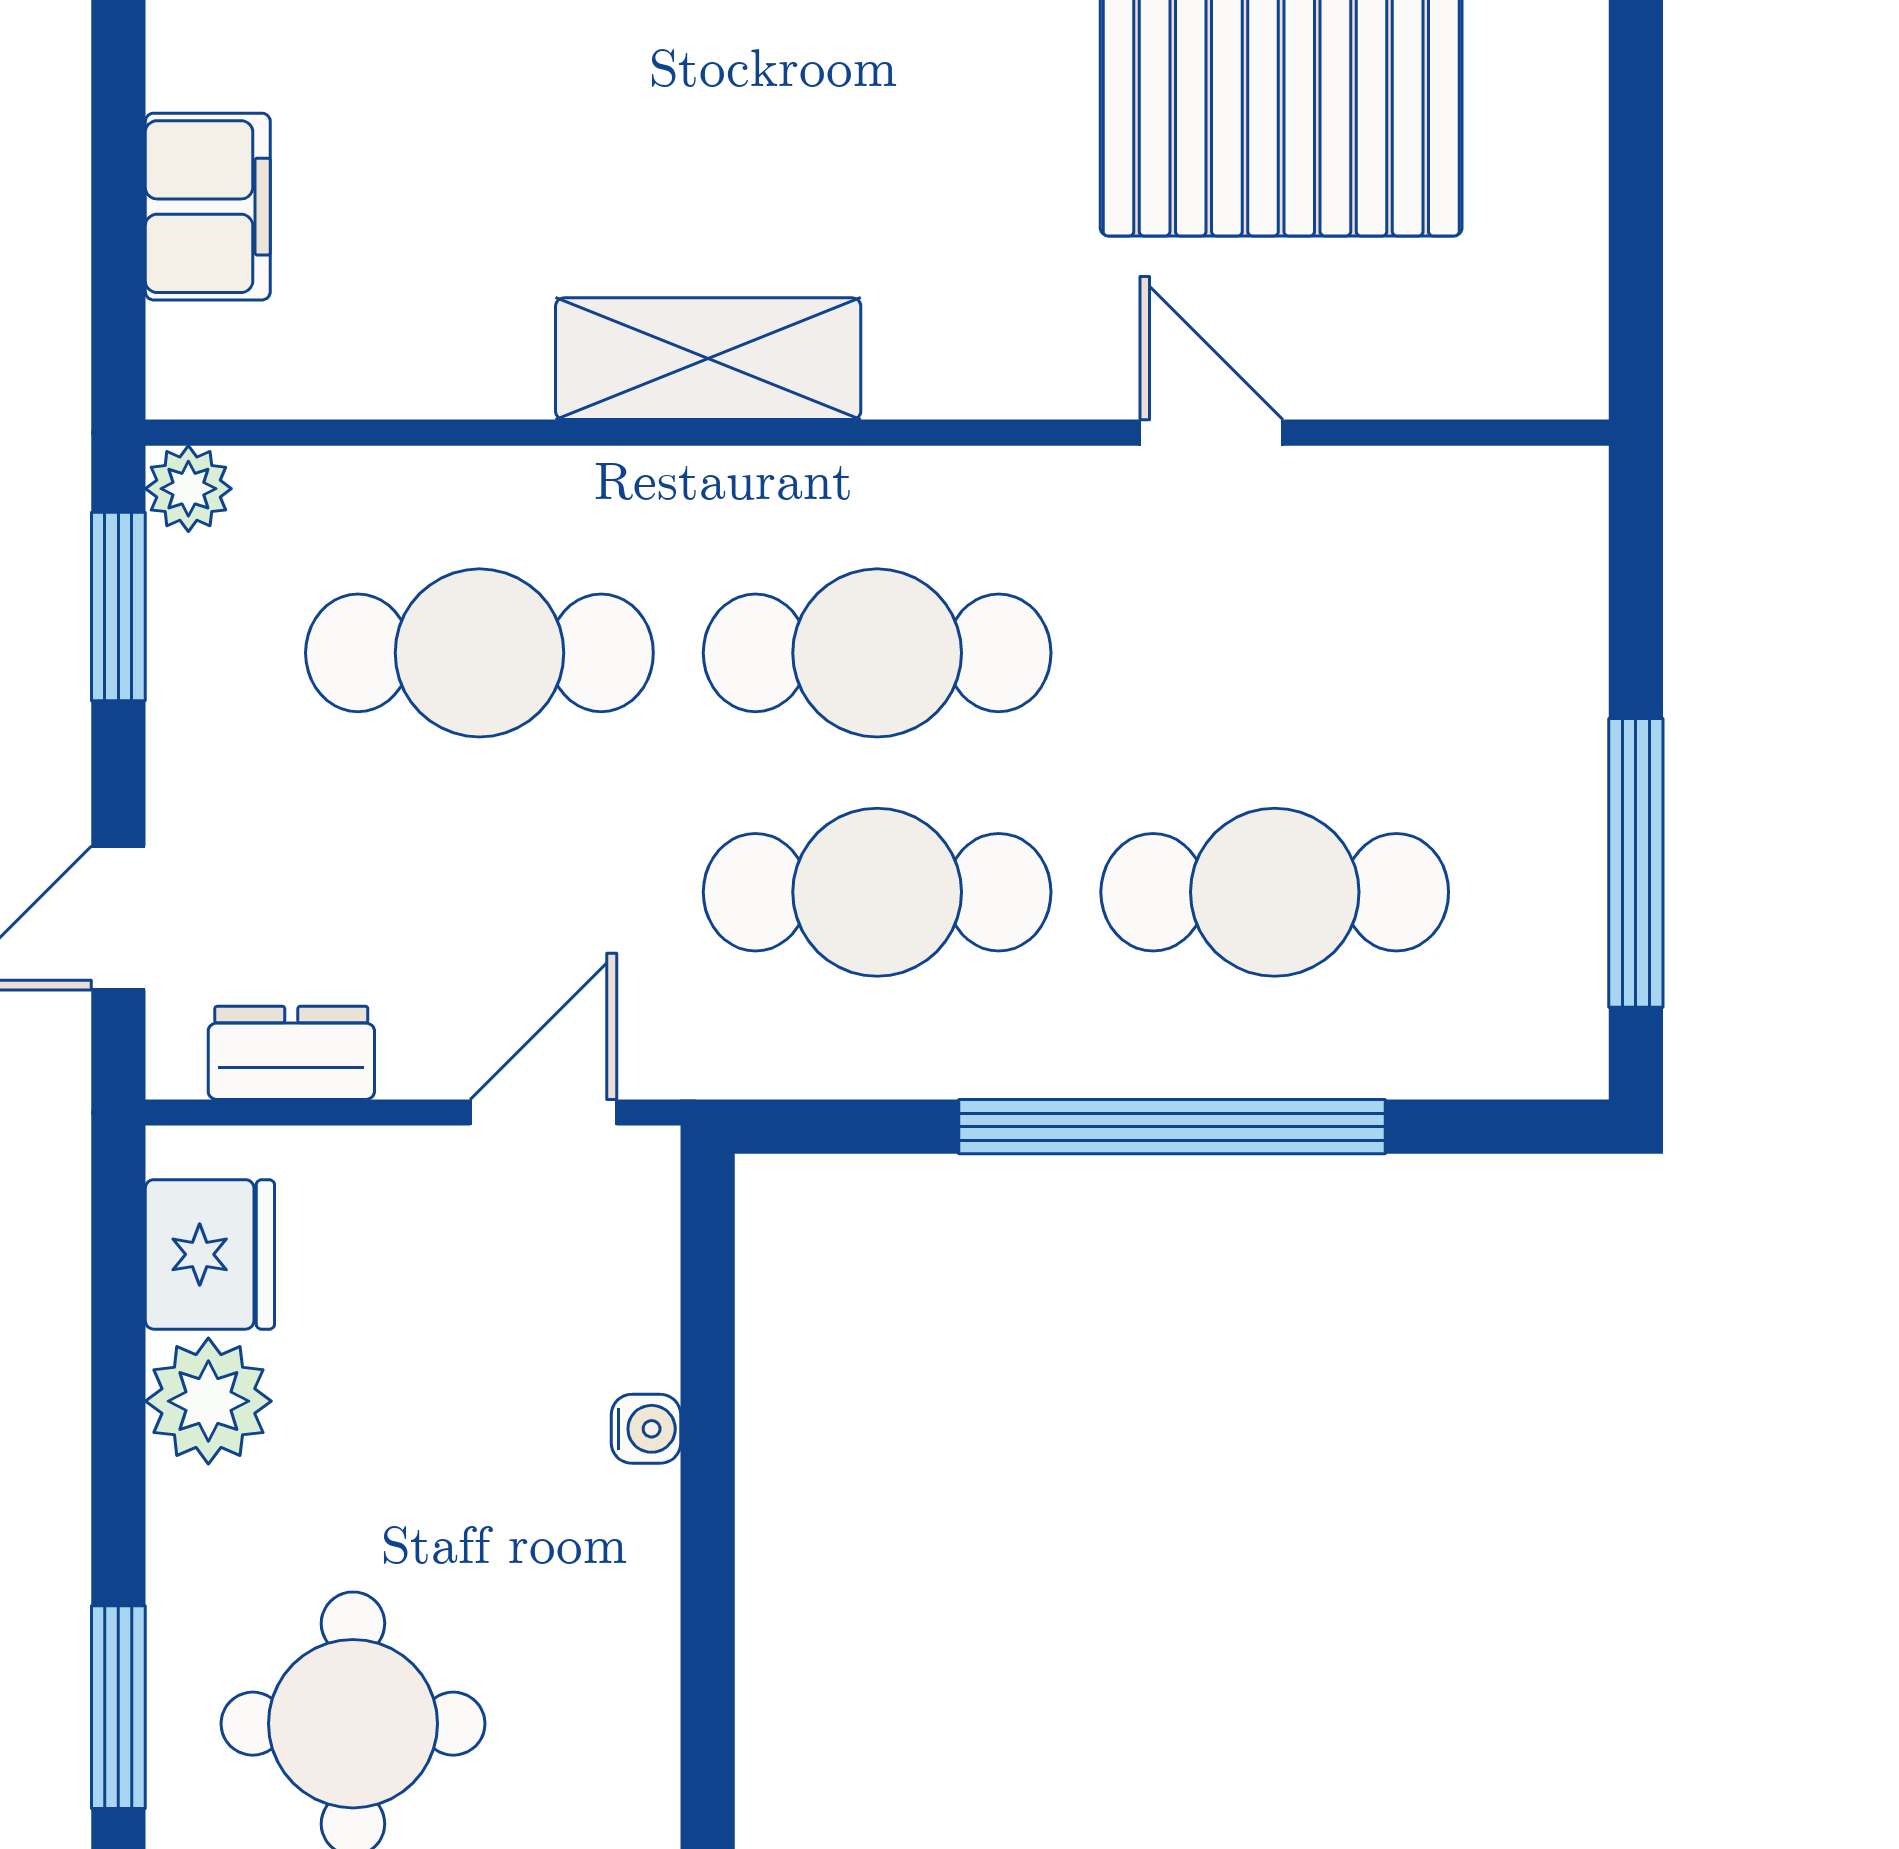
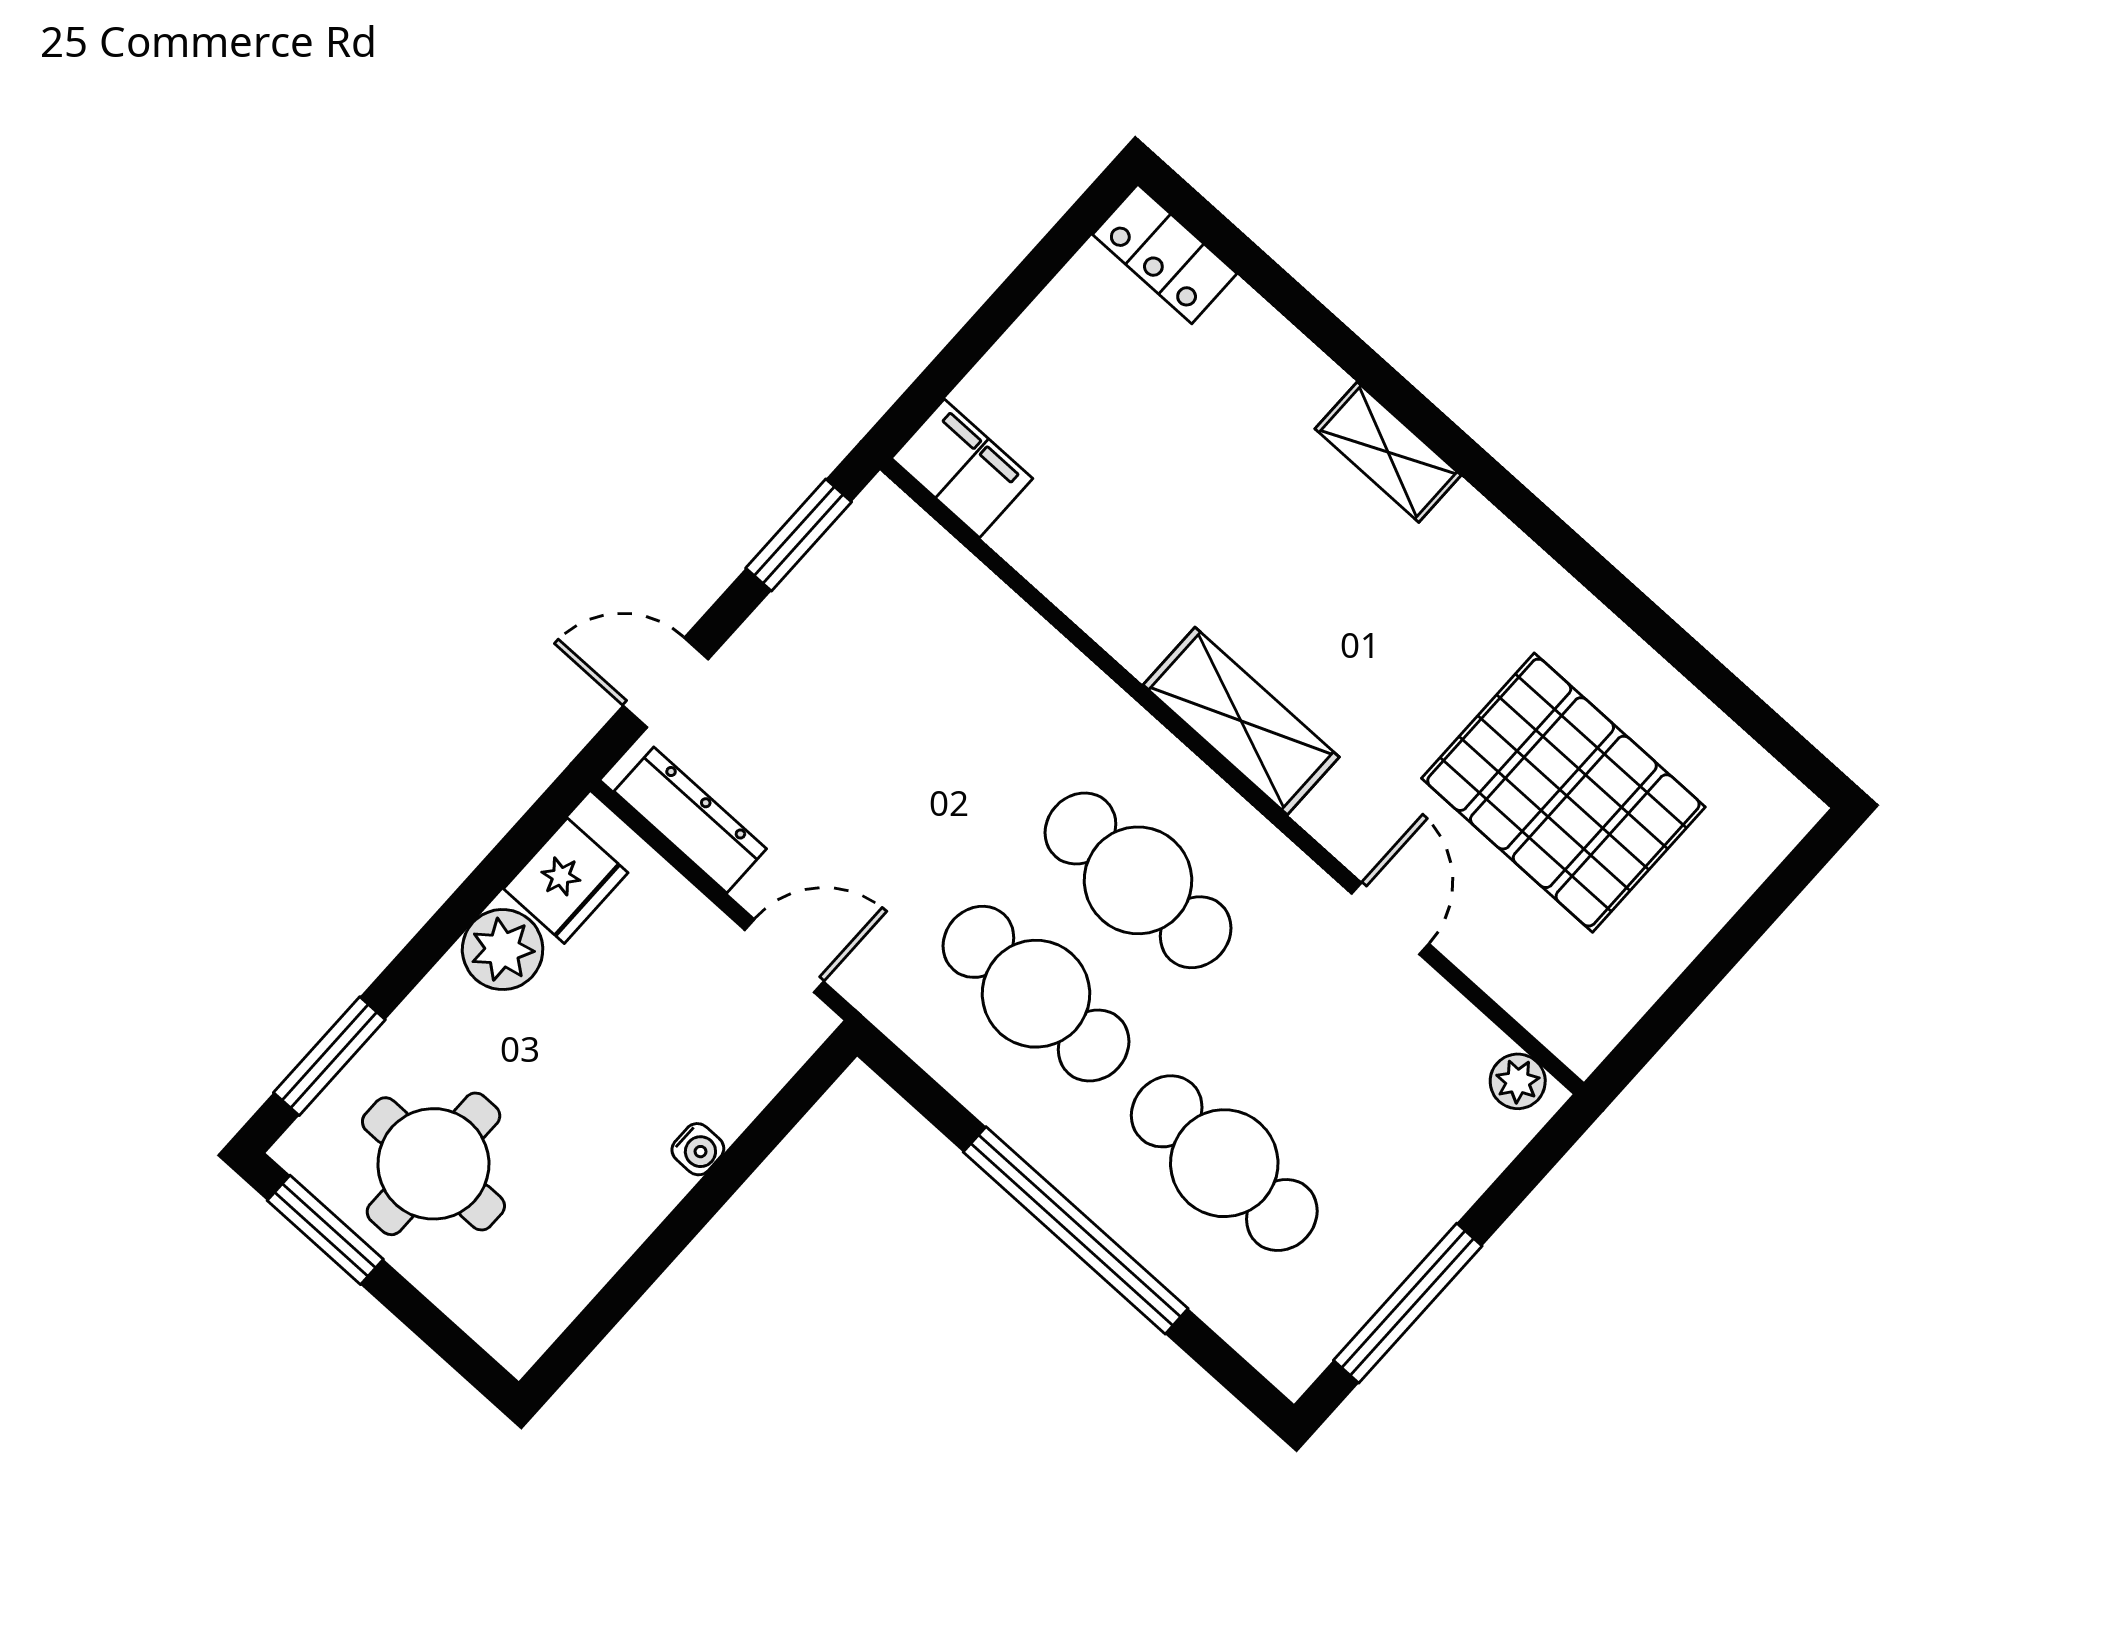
filing cabinet: (208, 207) -> (962, 468), moved, turned -90
shelving: (708, 359) -> (1241, 721), moved
plant: (188, 489) -> (1518, 1081), moved
cafe table: (479, 653) -> (950, 711), removed
dresser: (291, 1053) -> (690, 820), width x1.44

